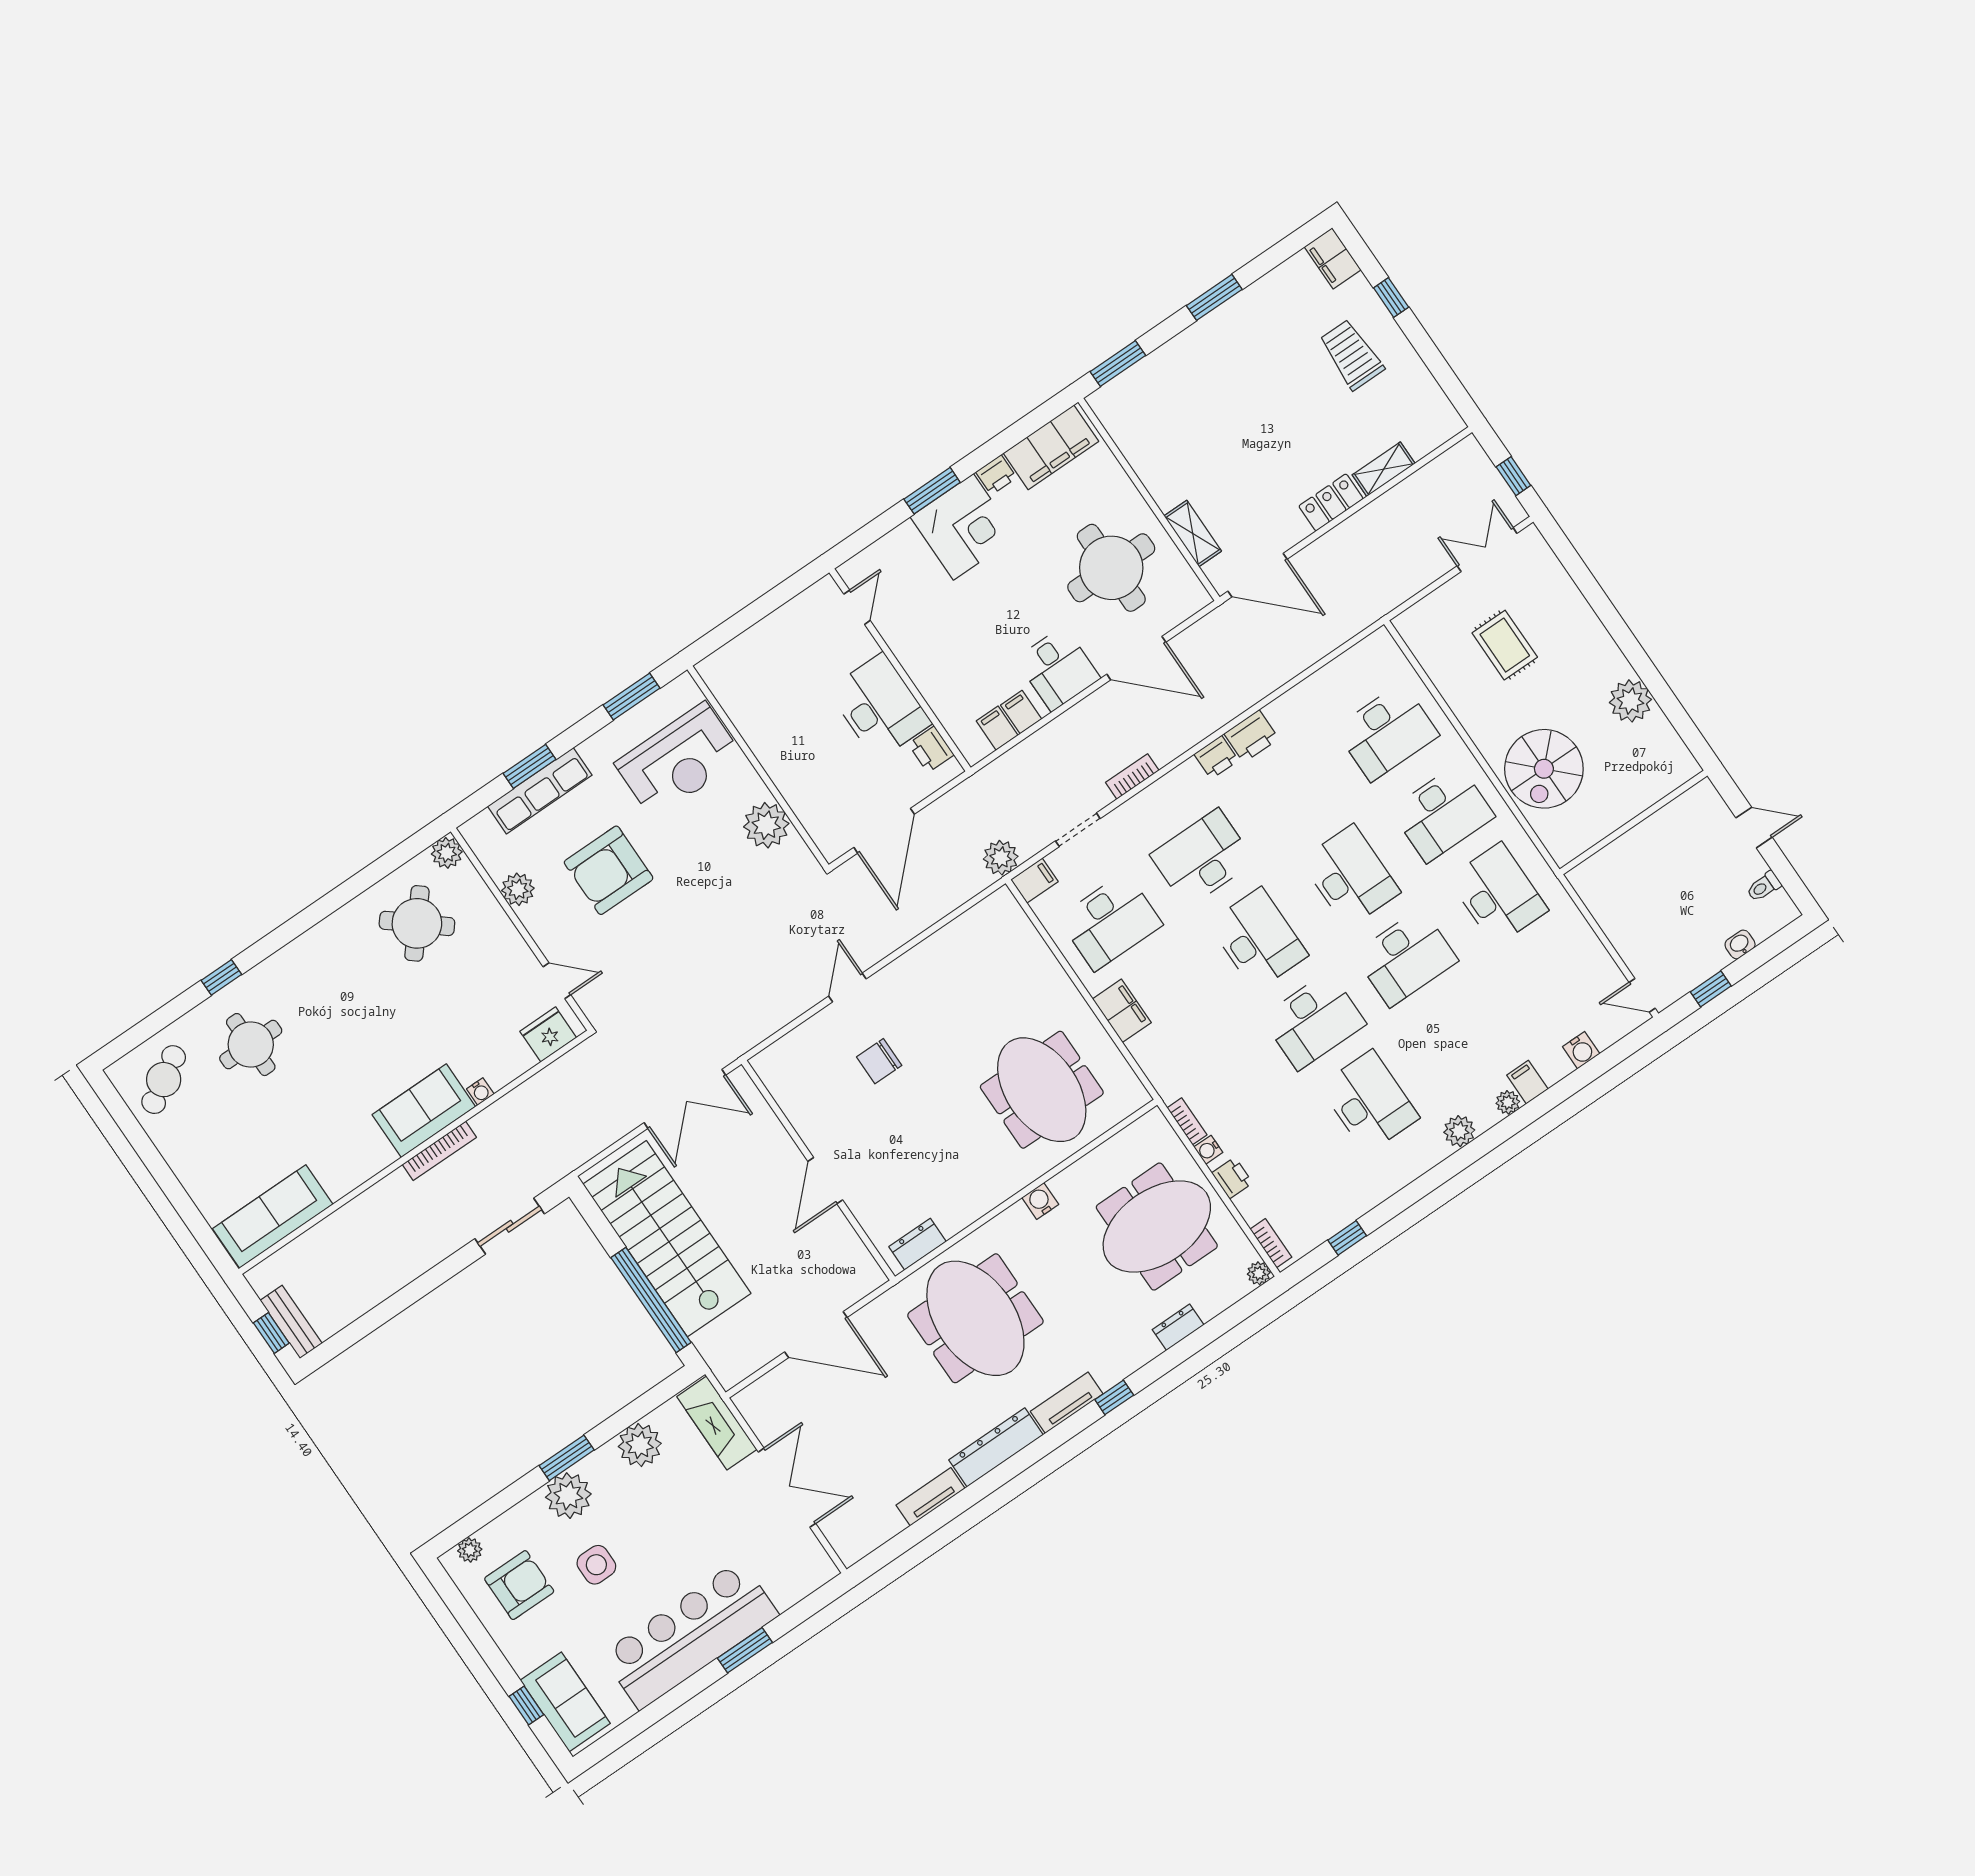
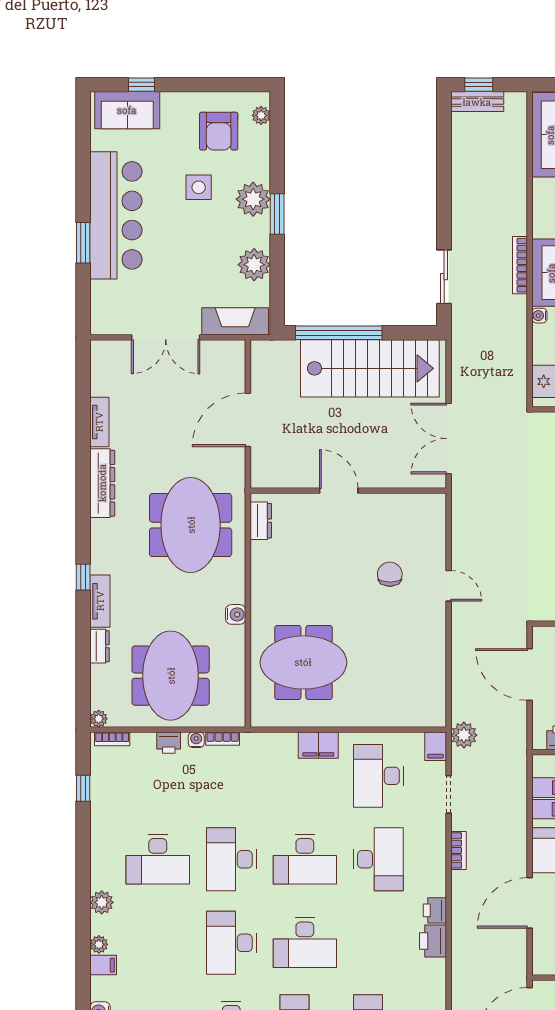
meeting table: (975, 1318) -> (191, 525), turned 90
tv unit: (1067, 1403) -> (100, 601), moved

